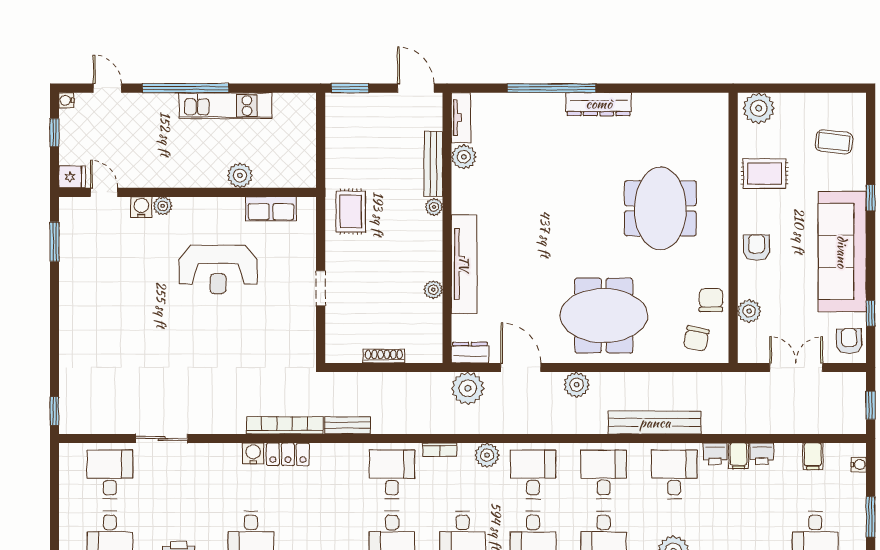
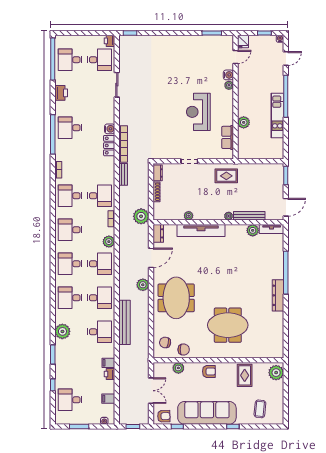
dresser: (345, 354) -> (158, 173), added
plant: (468, 388) -> (141, 216), moved
printer: (715, 454) -> (110, 41), moved

